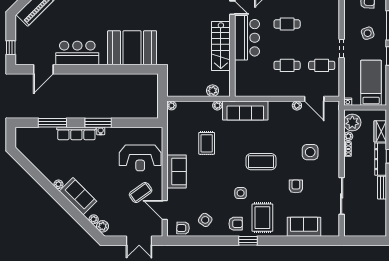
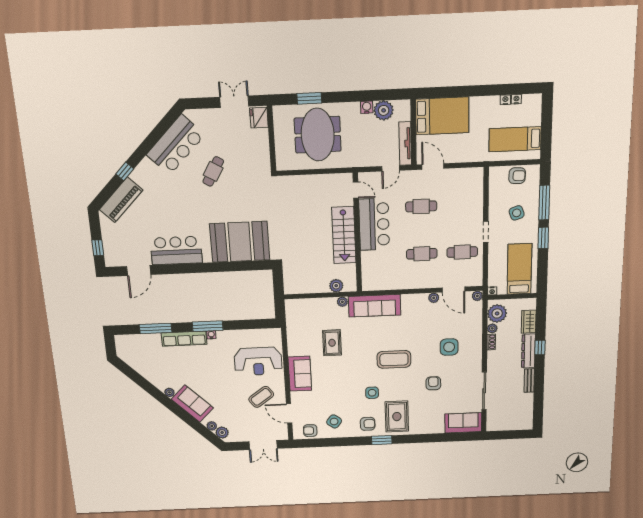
plant: (171, 105) -> (477, 296), moved
sofa: (304, 227) -> (463, 423), moved

